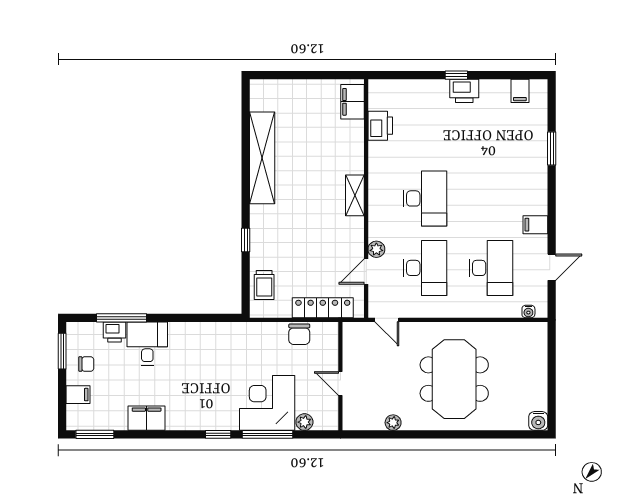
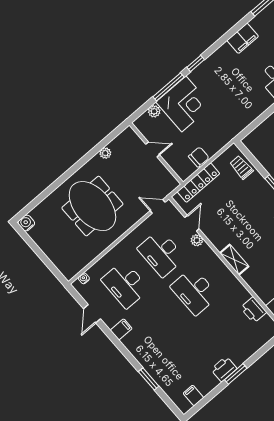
window: (456, 75) -> (236, 374), width x1.50
chair: (299, 334) -> (199, 157), turned 90

